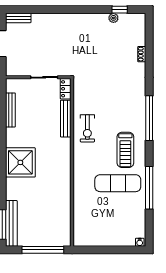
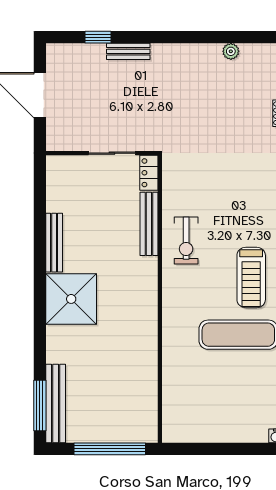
window: (120, 10) -> (98, 37), moved
bench: (18, 18) -> (128, 51), moved
bench: (10, 110) -> (54, 243), moved

